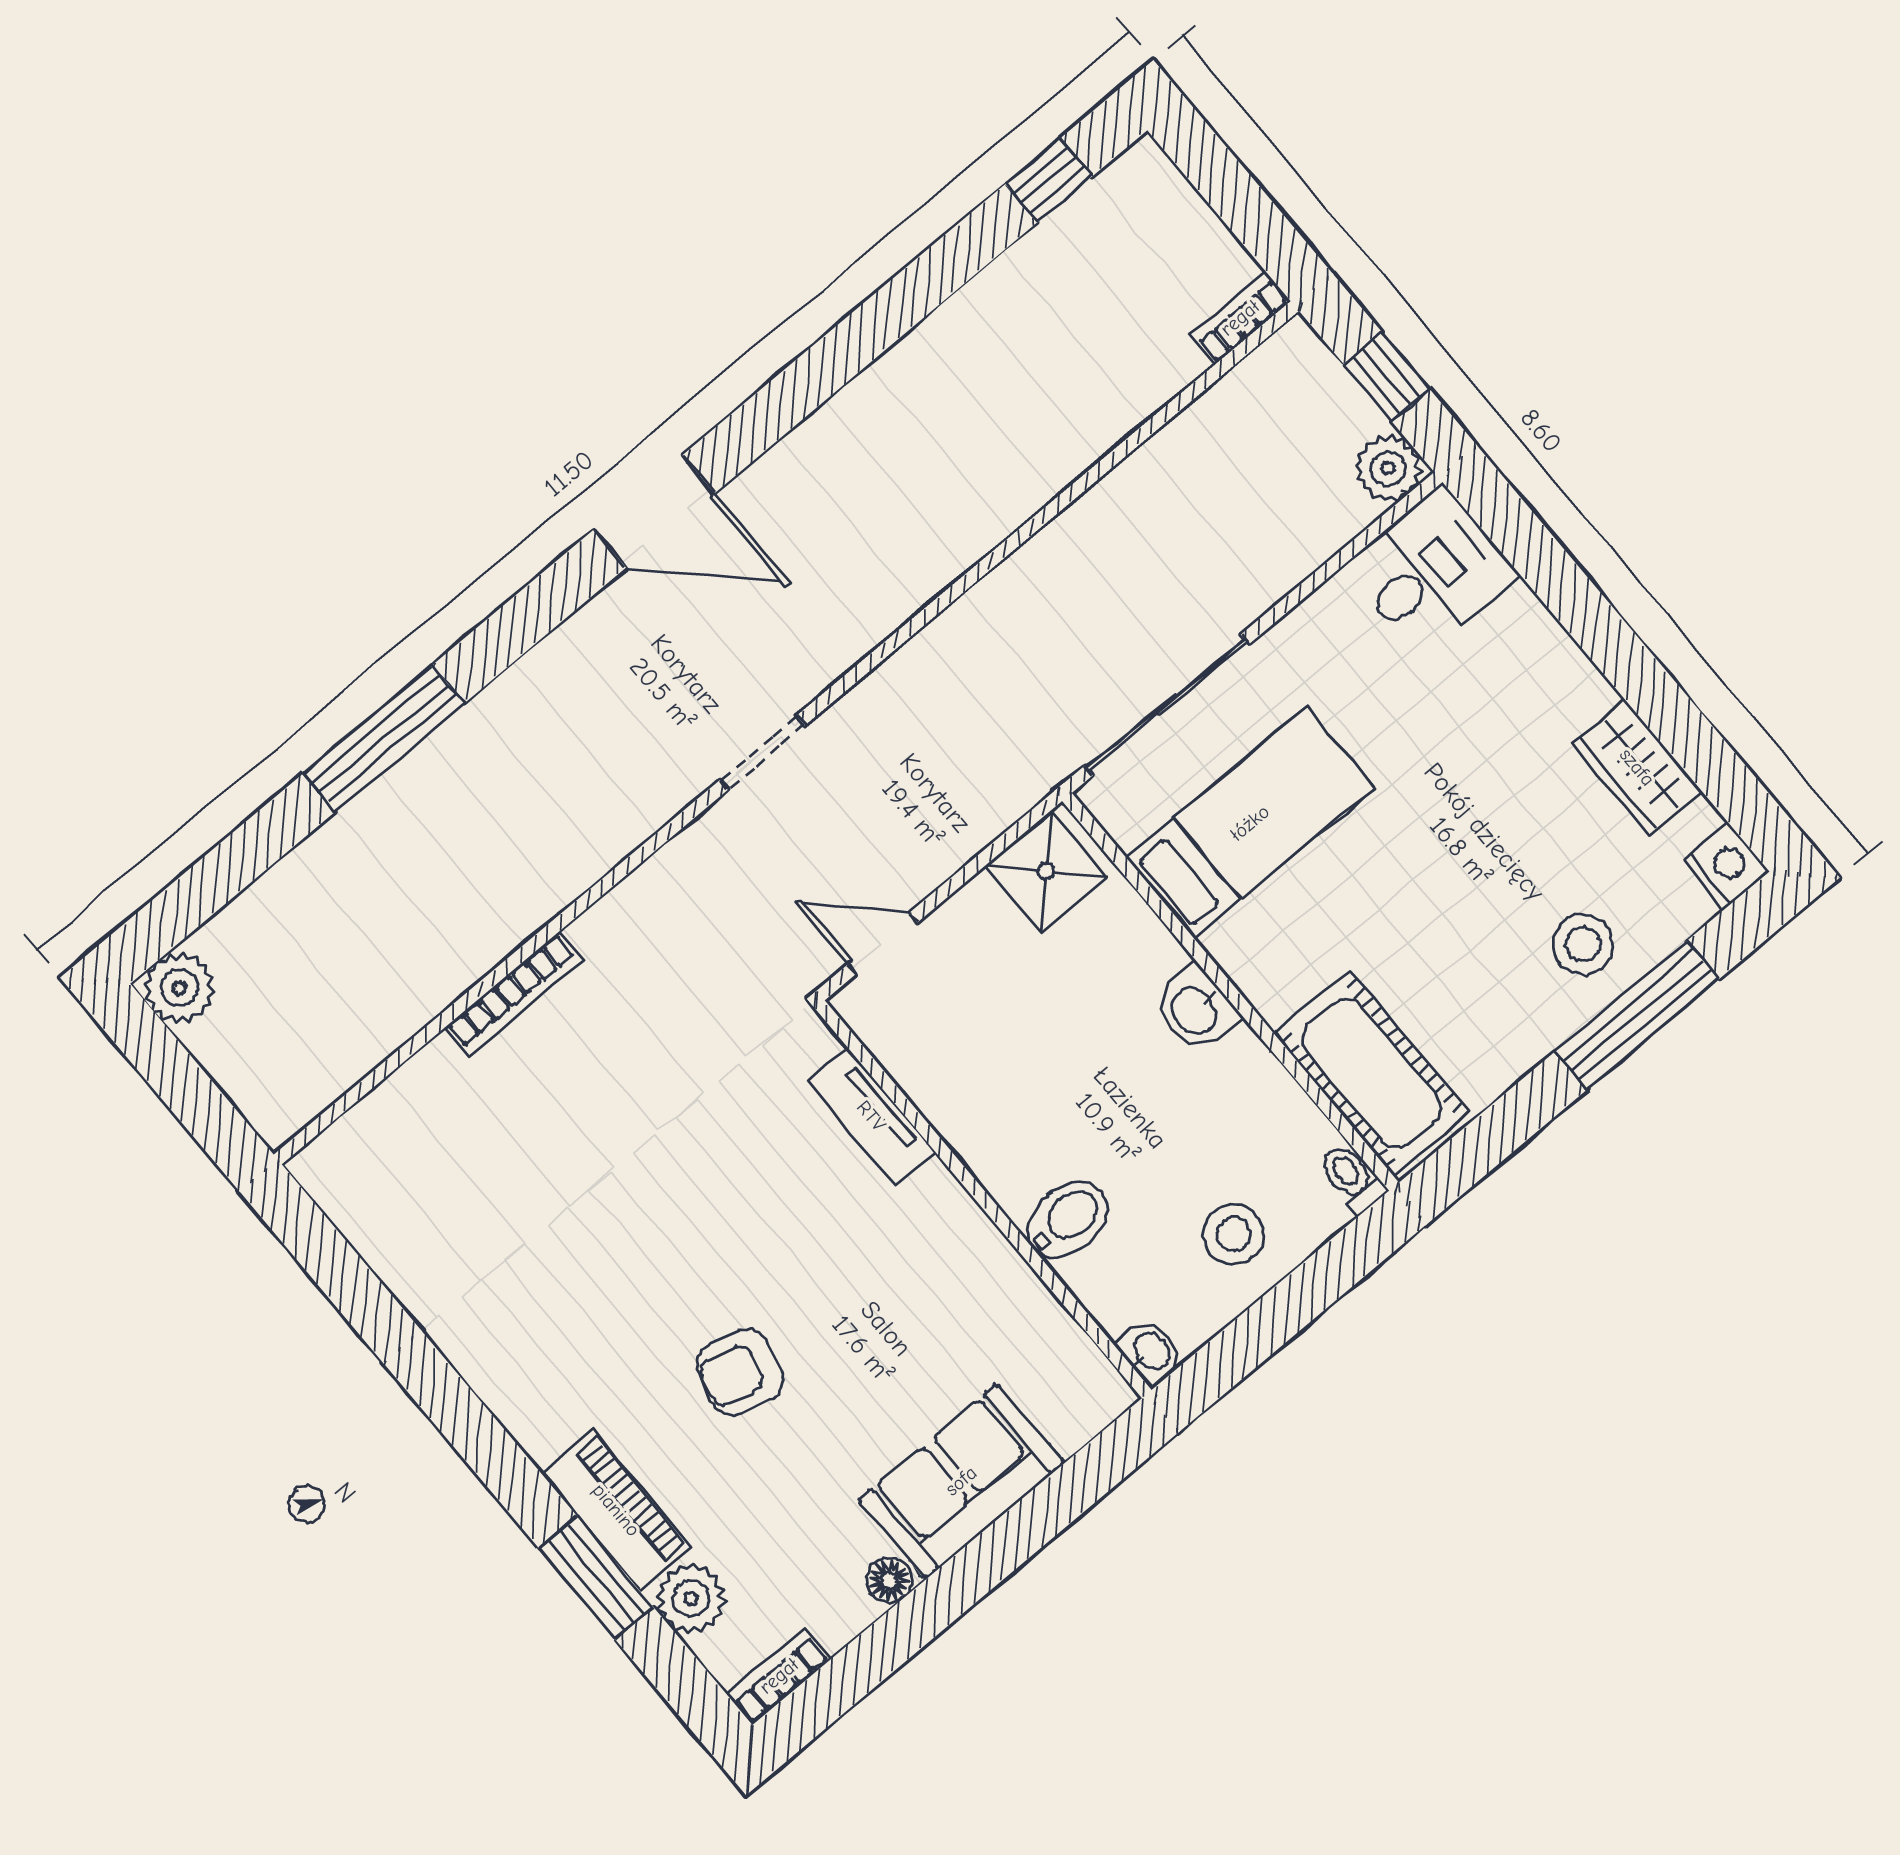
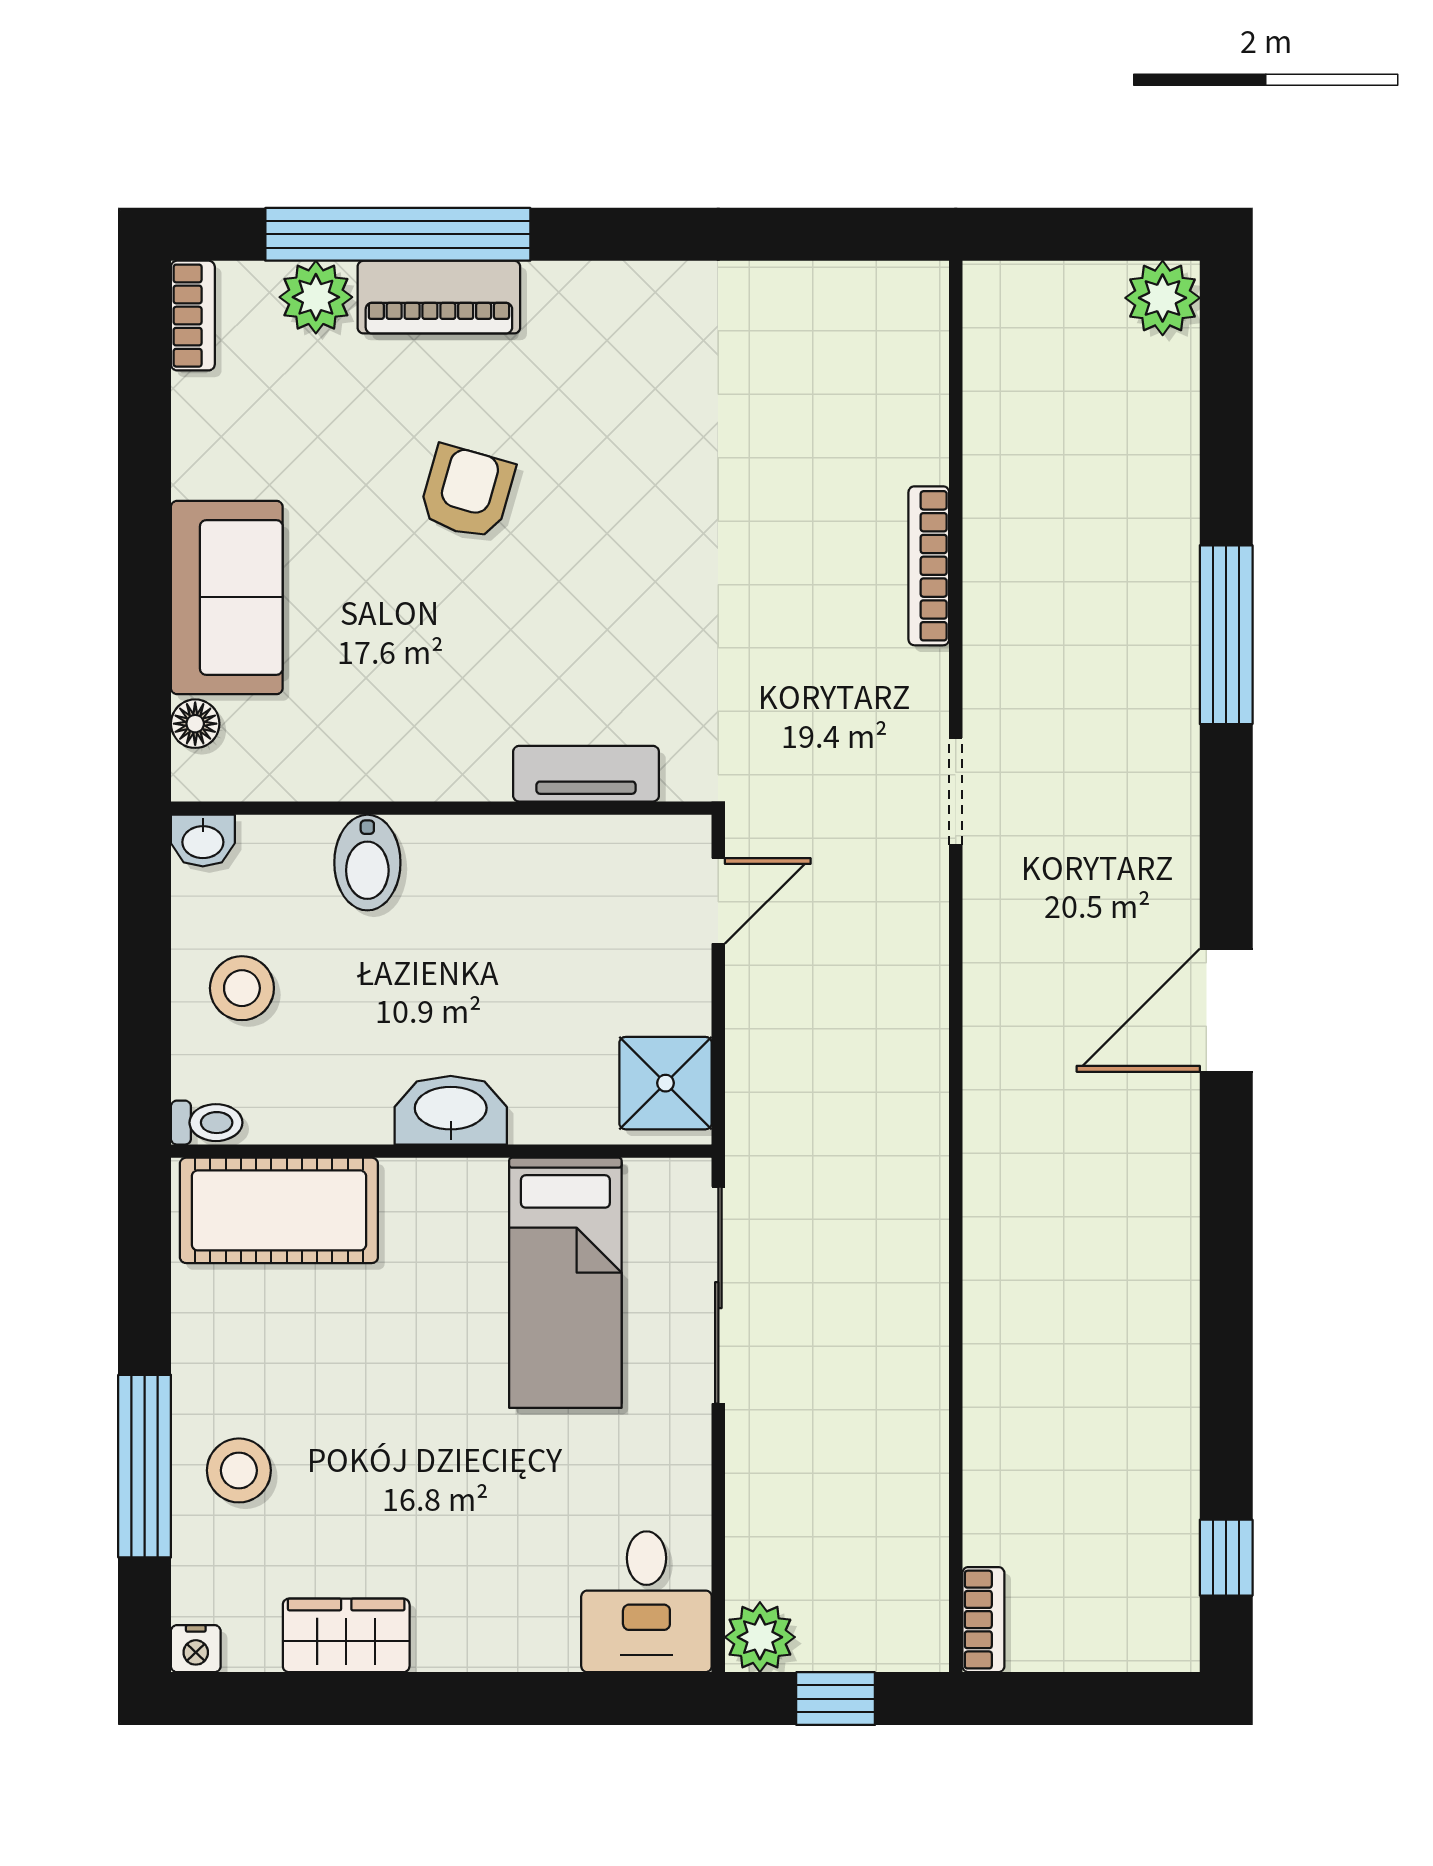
doorway: (762, 753) -> (956, 791), moved
nightstand: (1726, 866) -> (196, 1649), width x0.72, depth x0.74
washbasin: (1195, 1010) -> (451, 1110), width x1.38
window: (596, 1578) -> (398, 234), width x2.11
floor lamp: (889, 1580) -> (195, 724), moved

